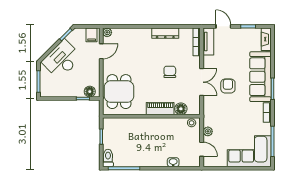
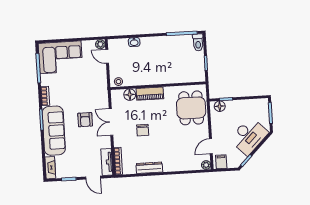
plant: (208, 131) -> (100, 44), moved

